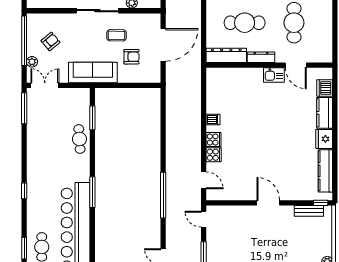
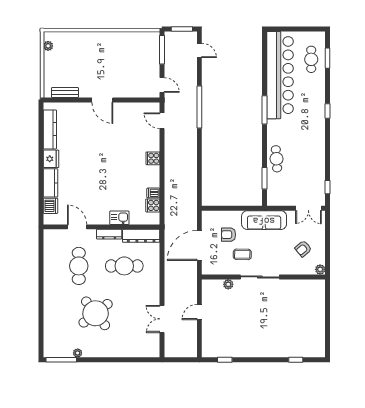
window: (24, 41) -> (327, 249), removed
plant: (32, 62) -> (320, 269), moved
kitchen sink: (274, 75) -> (119, 218), moved
window: (24, 108) -> (327, 187), width x0.46
dishwasher: (213, 120) -> (153, 193), moved
cooker: (214, 155) -> (153, 205), moved
window: (321, 203) -> (54, 100), removed

